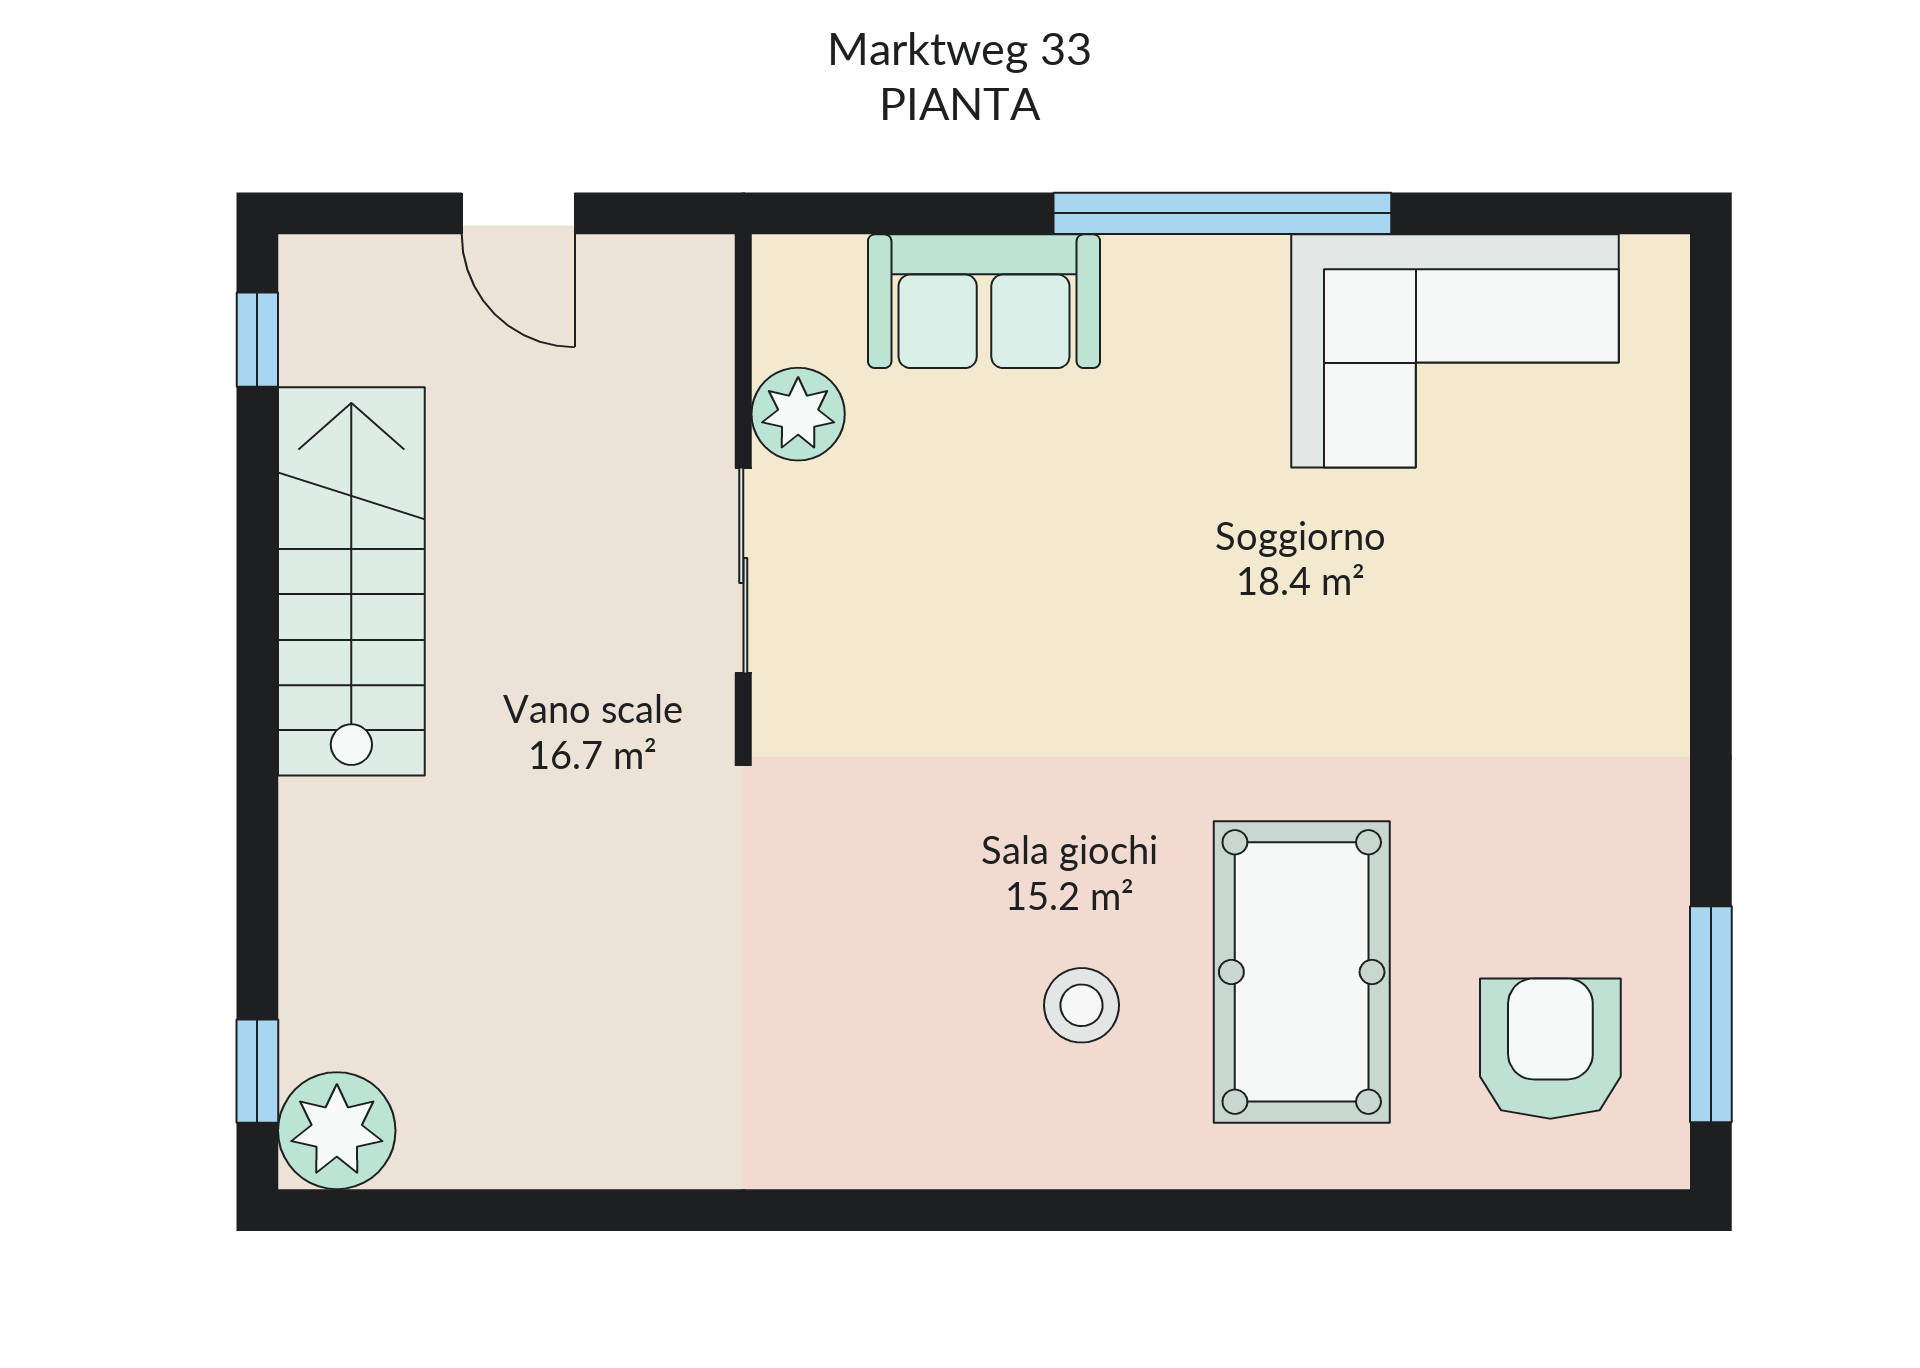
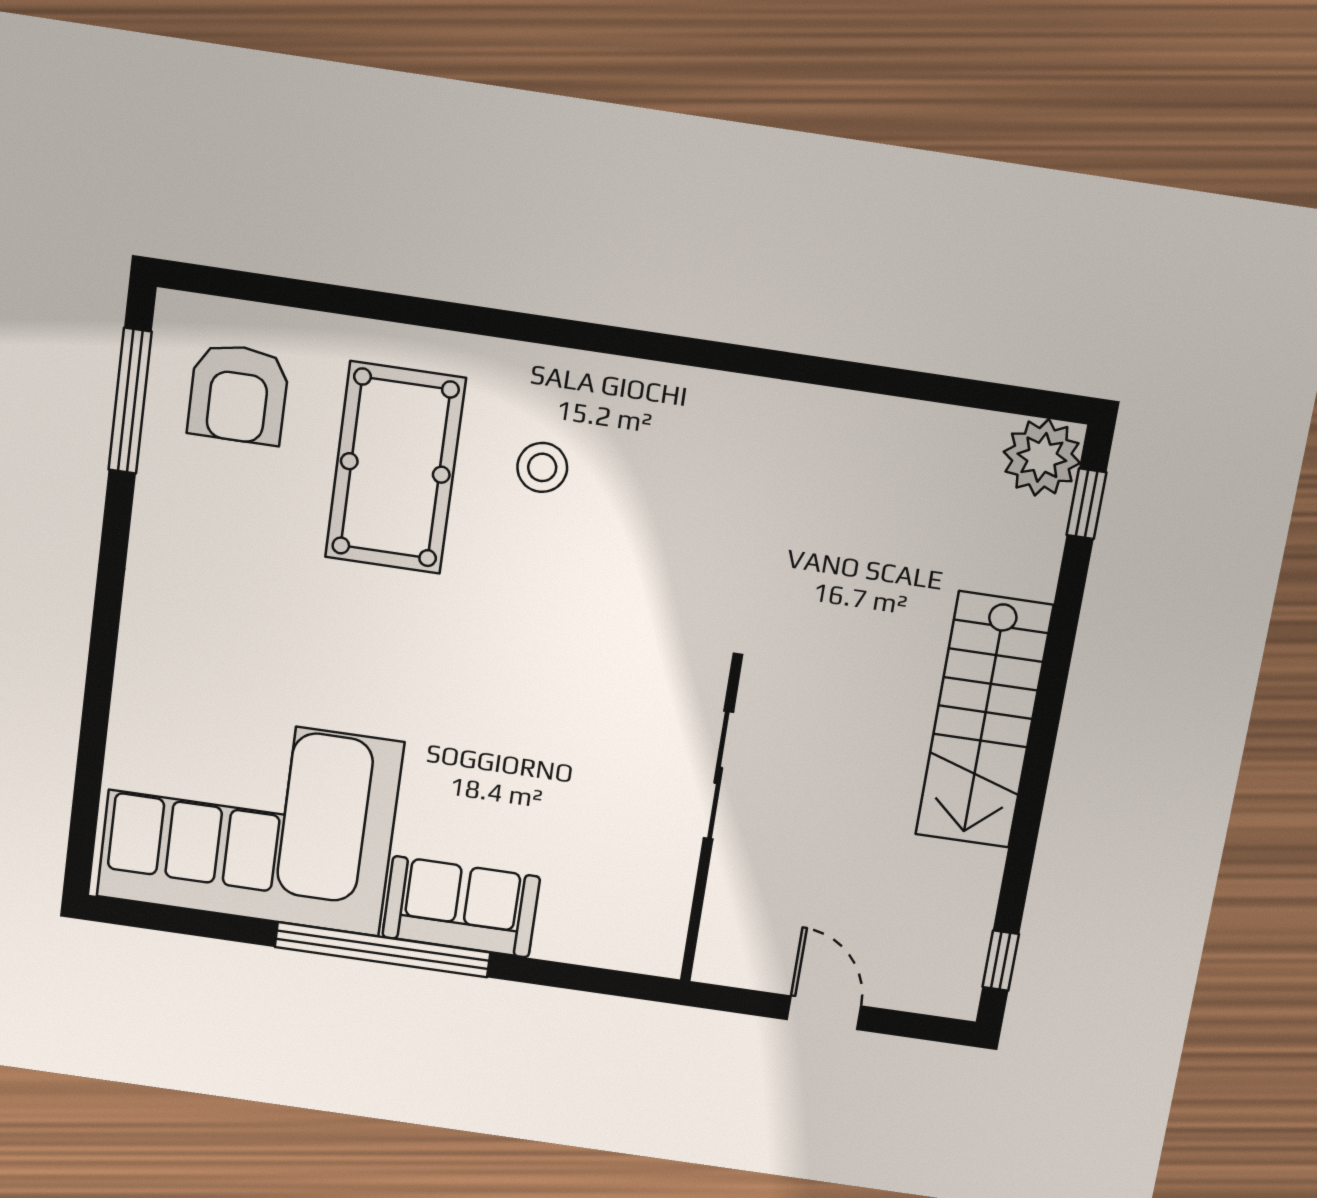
sofa: (984, 301) -> (461, 907), moved
corner sofa: (1455, 351) -> (250, 820), width x1.36, depth x1.36
plant: (798, 414) -> (668, 866), removed
stairs: (351, 581) -> (984, 720), moved

